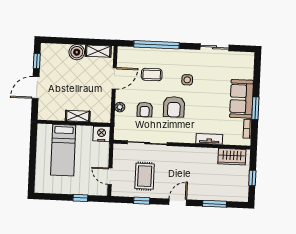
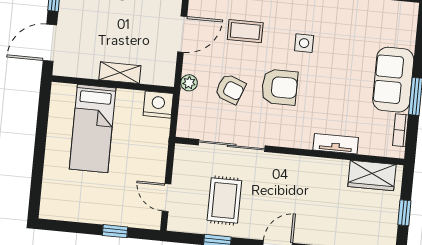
armchair: (174, 107) -> (280, 87), turned -90
armchair: (145, 110) -> (230, 89), turned -69
shelving: (78, 116) -> (120, 73), moved
wall: (74, 123) -> (113, 84), moved
nightstand: (102, 134) -> (158, 105), moved
bed: (63, 150) -> (93, 129), moved

